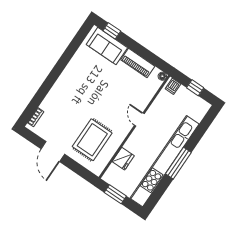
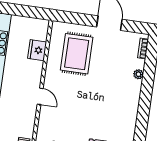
plant: (50, 98) -> (138, 74), added
window: (115, 194) -> (28, 11), removed

